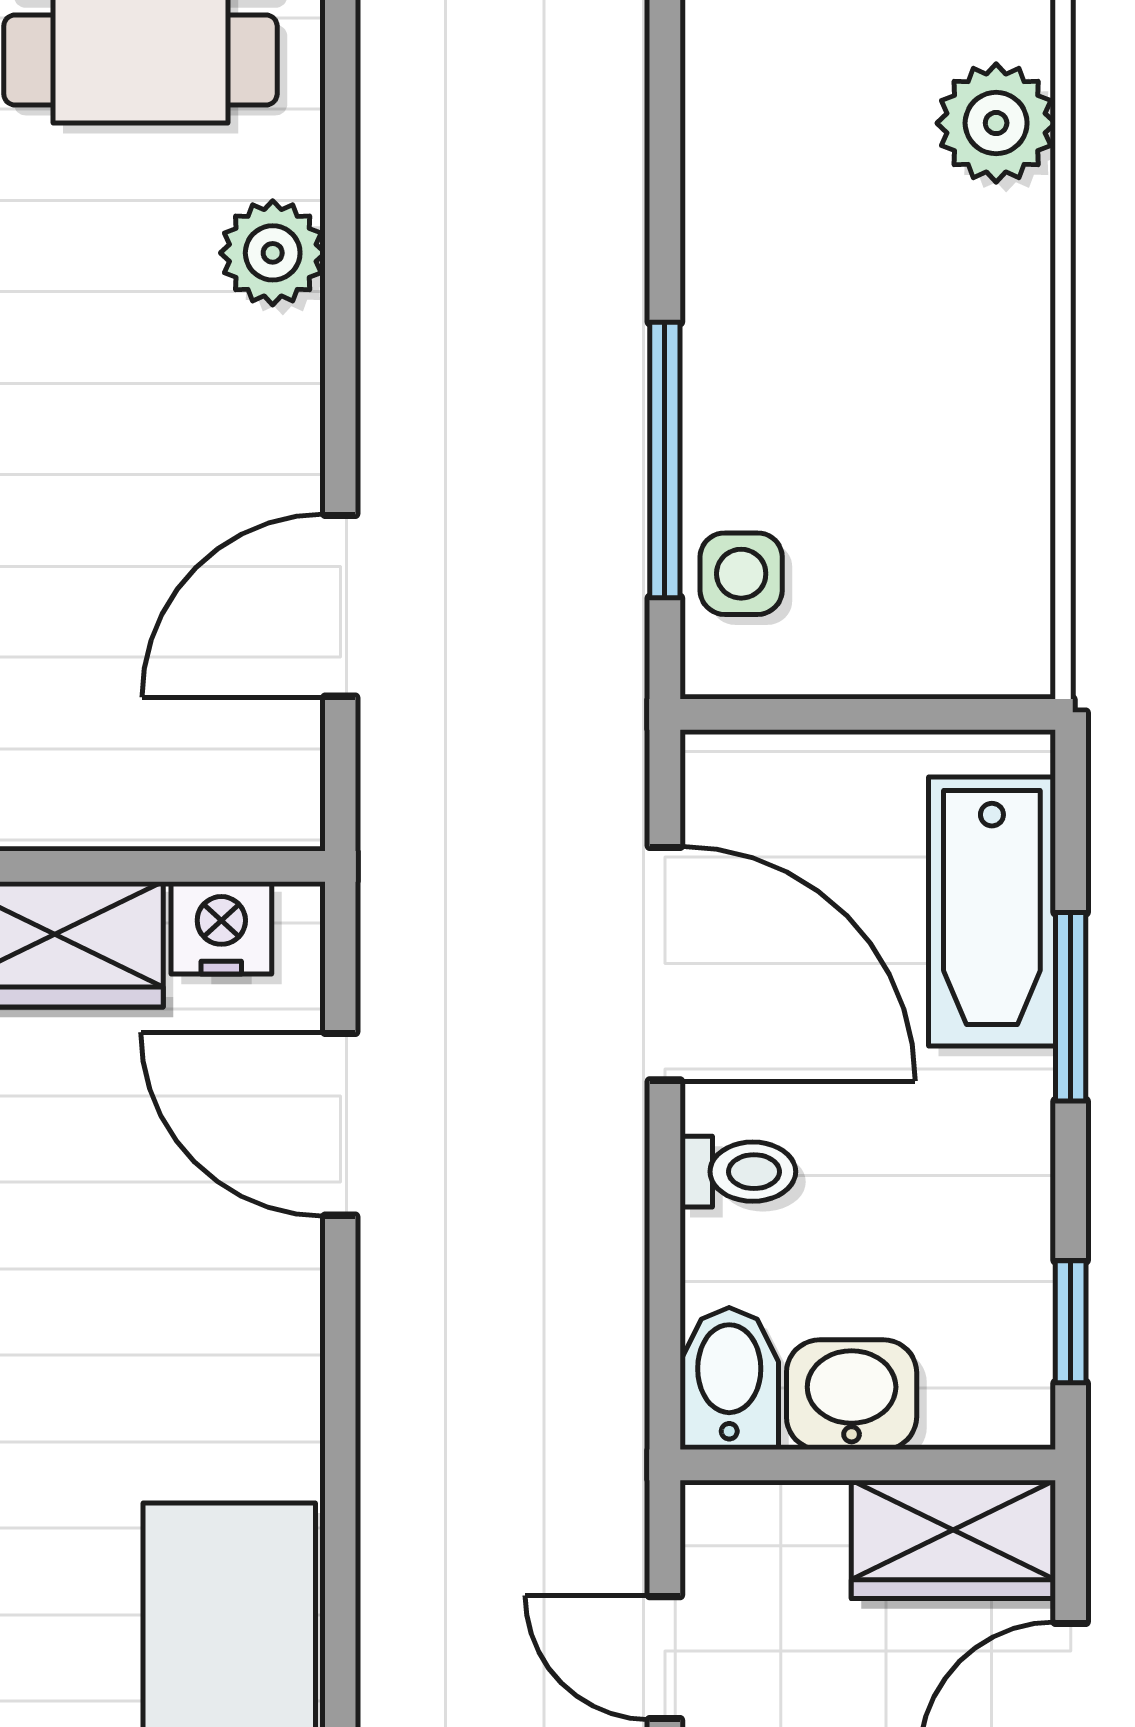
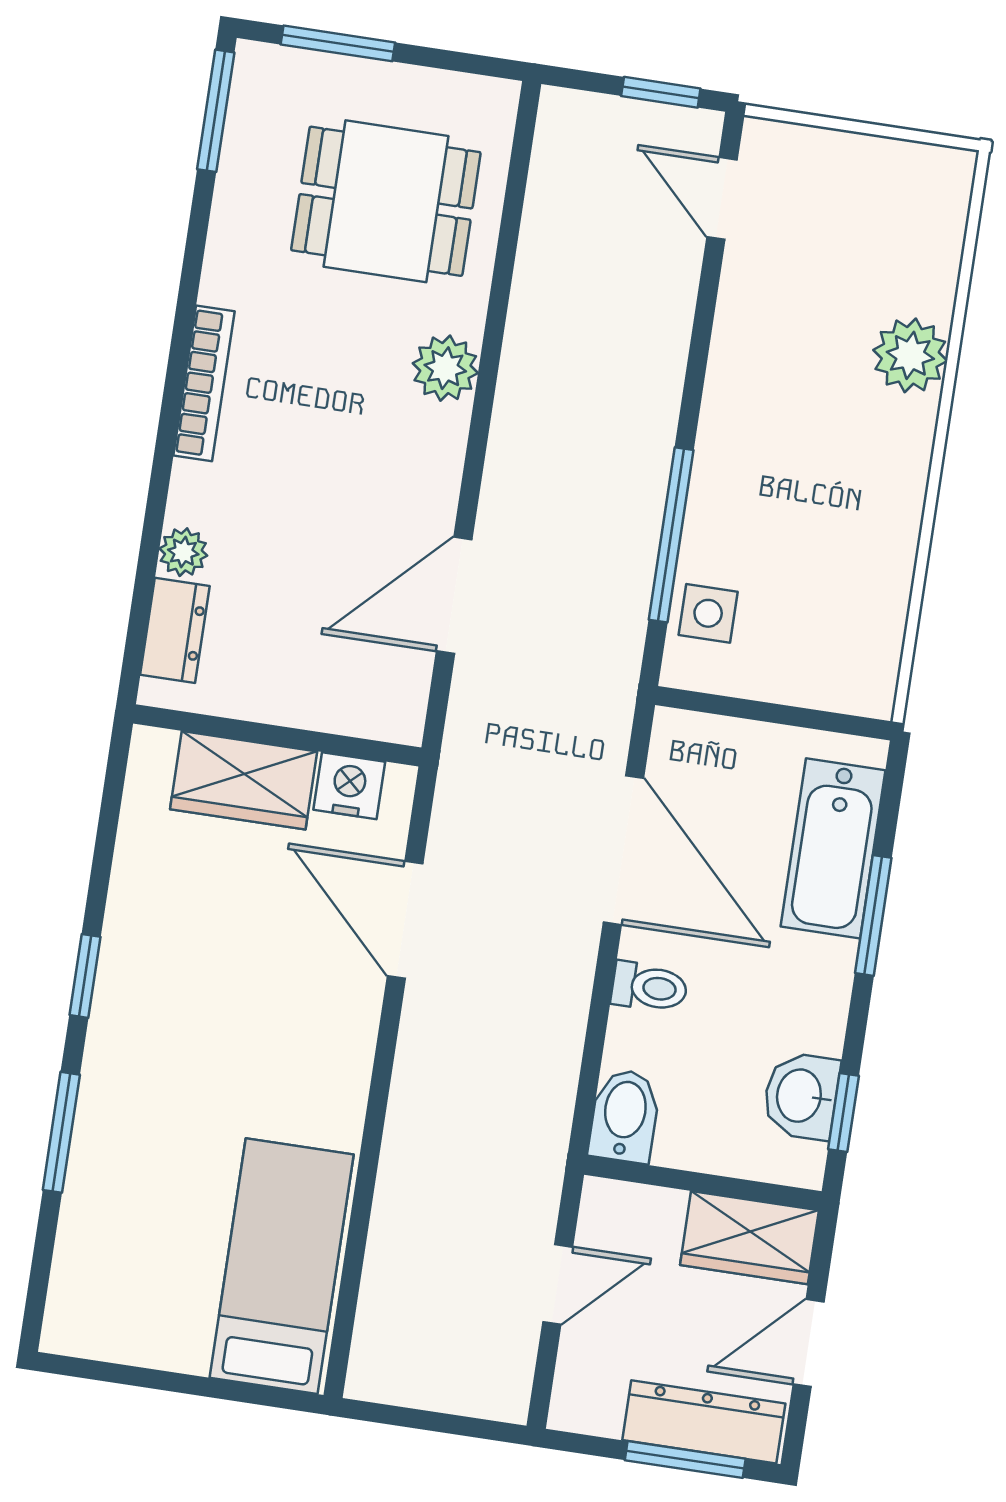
washbasin: (852, 1395) -> (801, 1096), moved, turned -90
door: (665, 1658) -> (558, 1284), swing flipped

